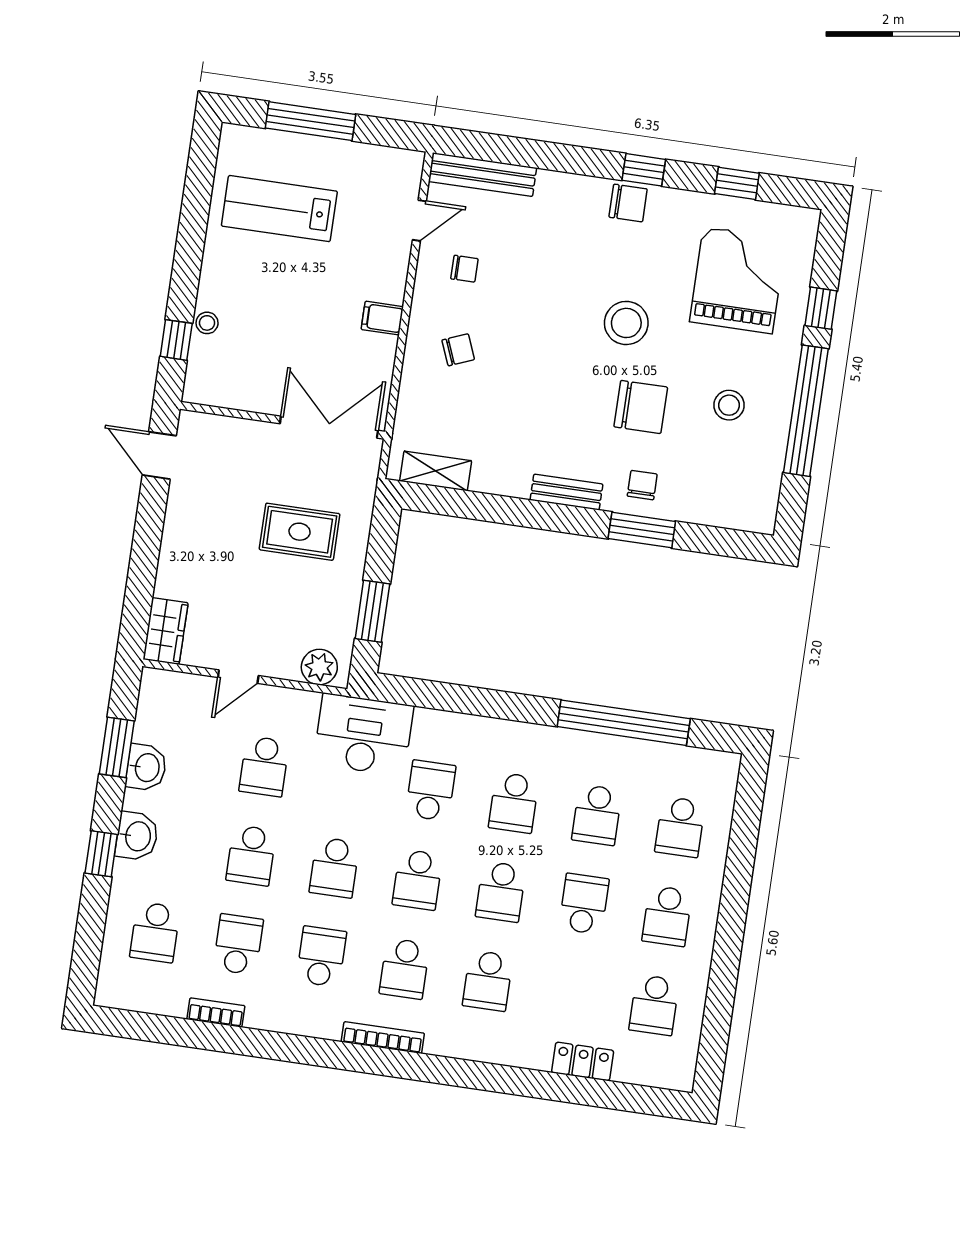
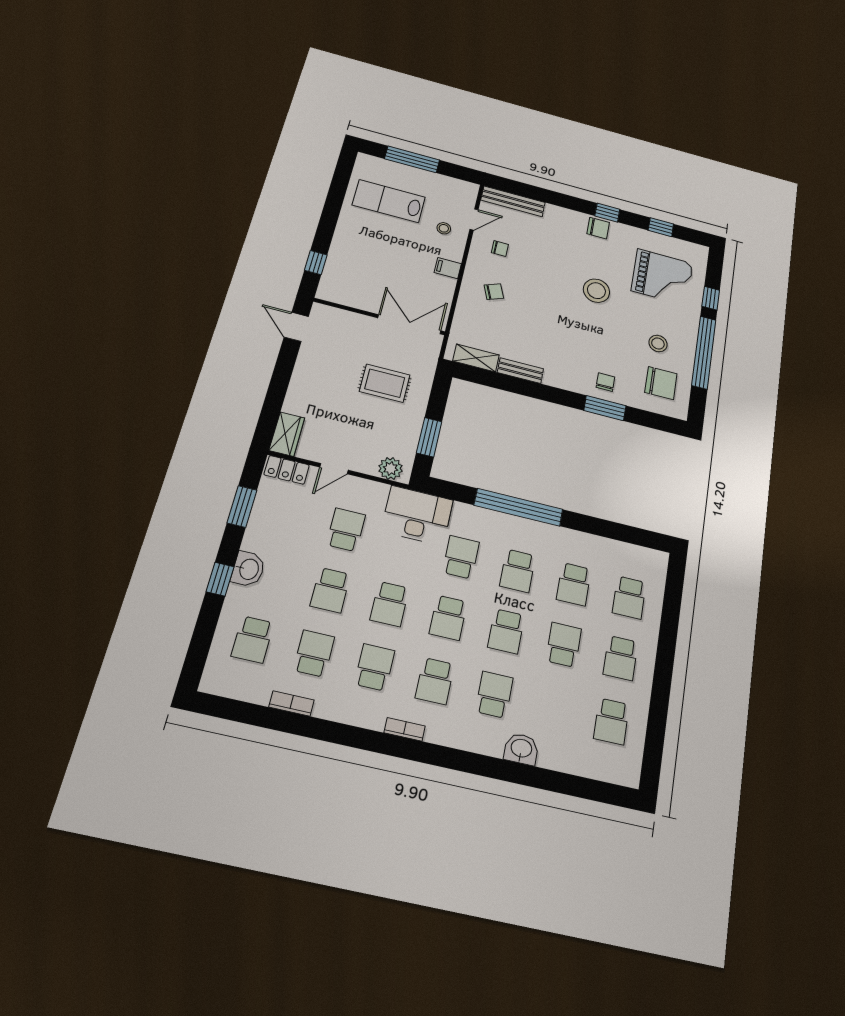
grand piano: (738, 280) -> (662, 277), turned 90
stool: (207, 323) -> (444, 228), moved
chair: (641, 407) -> (661, 383), moved
bench: (566, 492) -> (520, 371), moved
window: (624, 723) -> (519, 507), moved
school desk: (264, 766) -> (346, 530), turned 180
washbasin: (146, 768) -> (521, 749), moved, turned -90
school desk: (488, 981) -> (494, 695), turned 180
bookcase: (383, 1038) -> (405, 729), width x0.64
locker: (583, 1061) -> (287, 470), moved, turned 180

